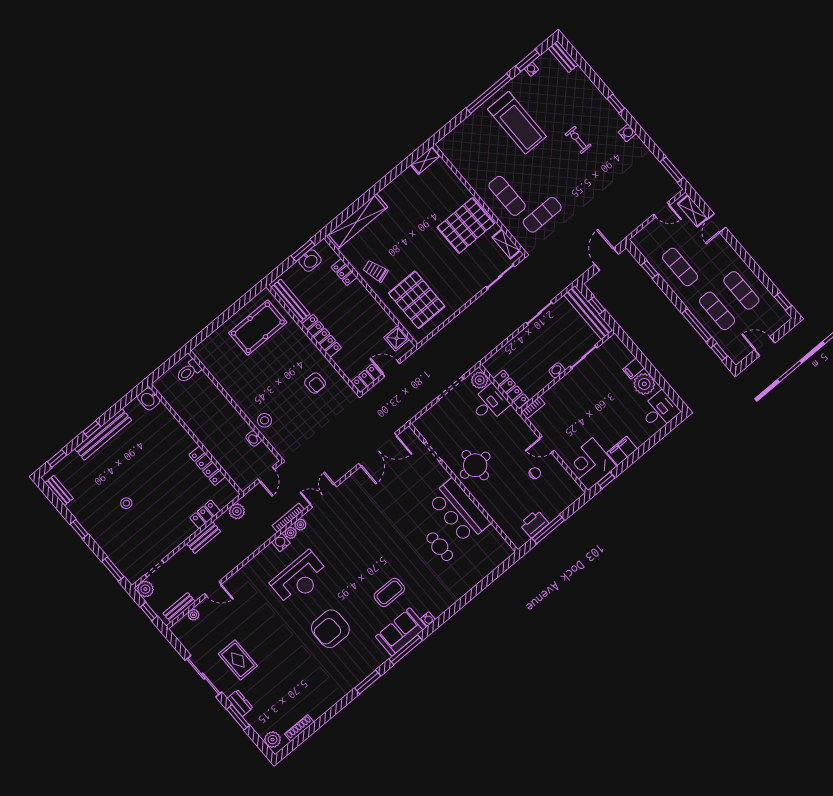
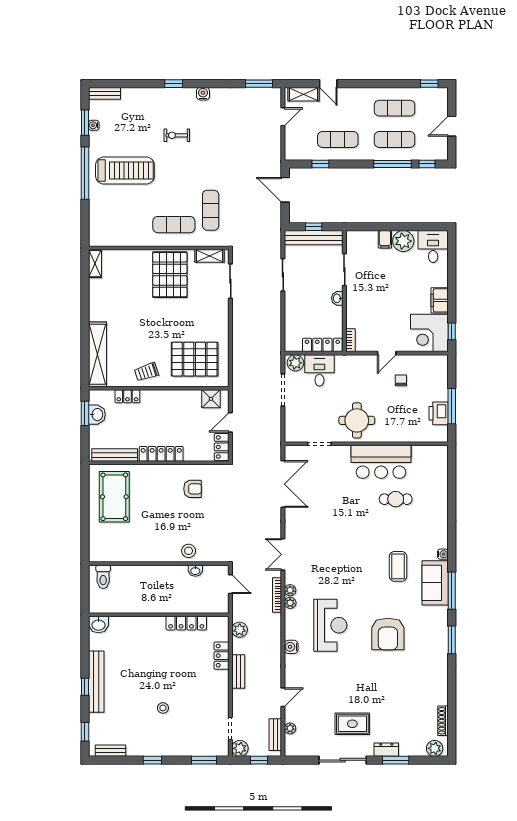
water cooler: (281, 543) -> (291, 647), moved

